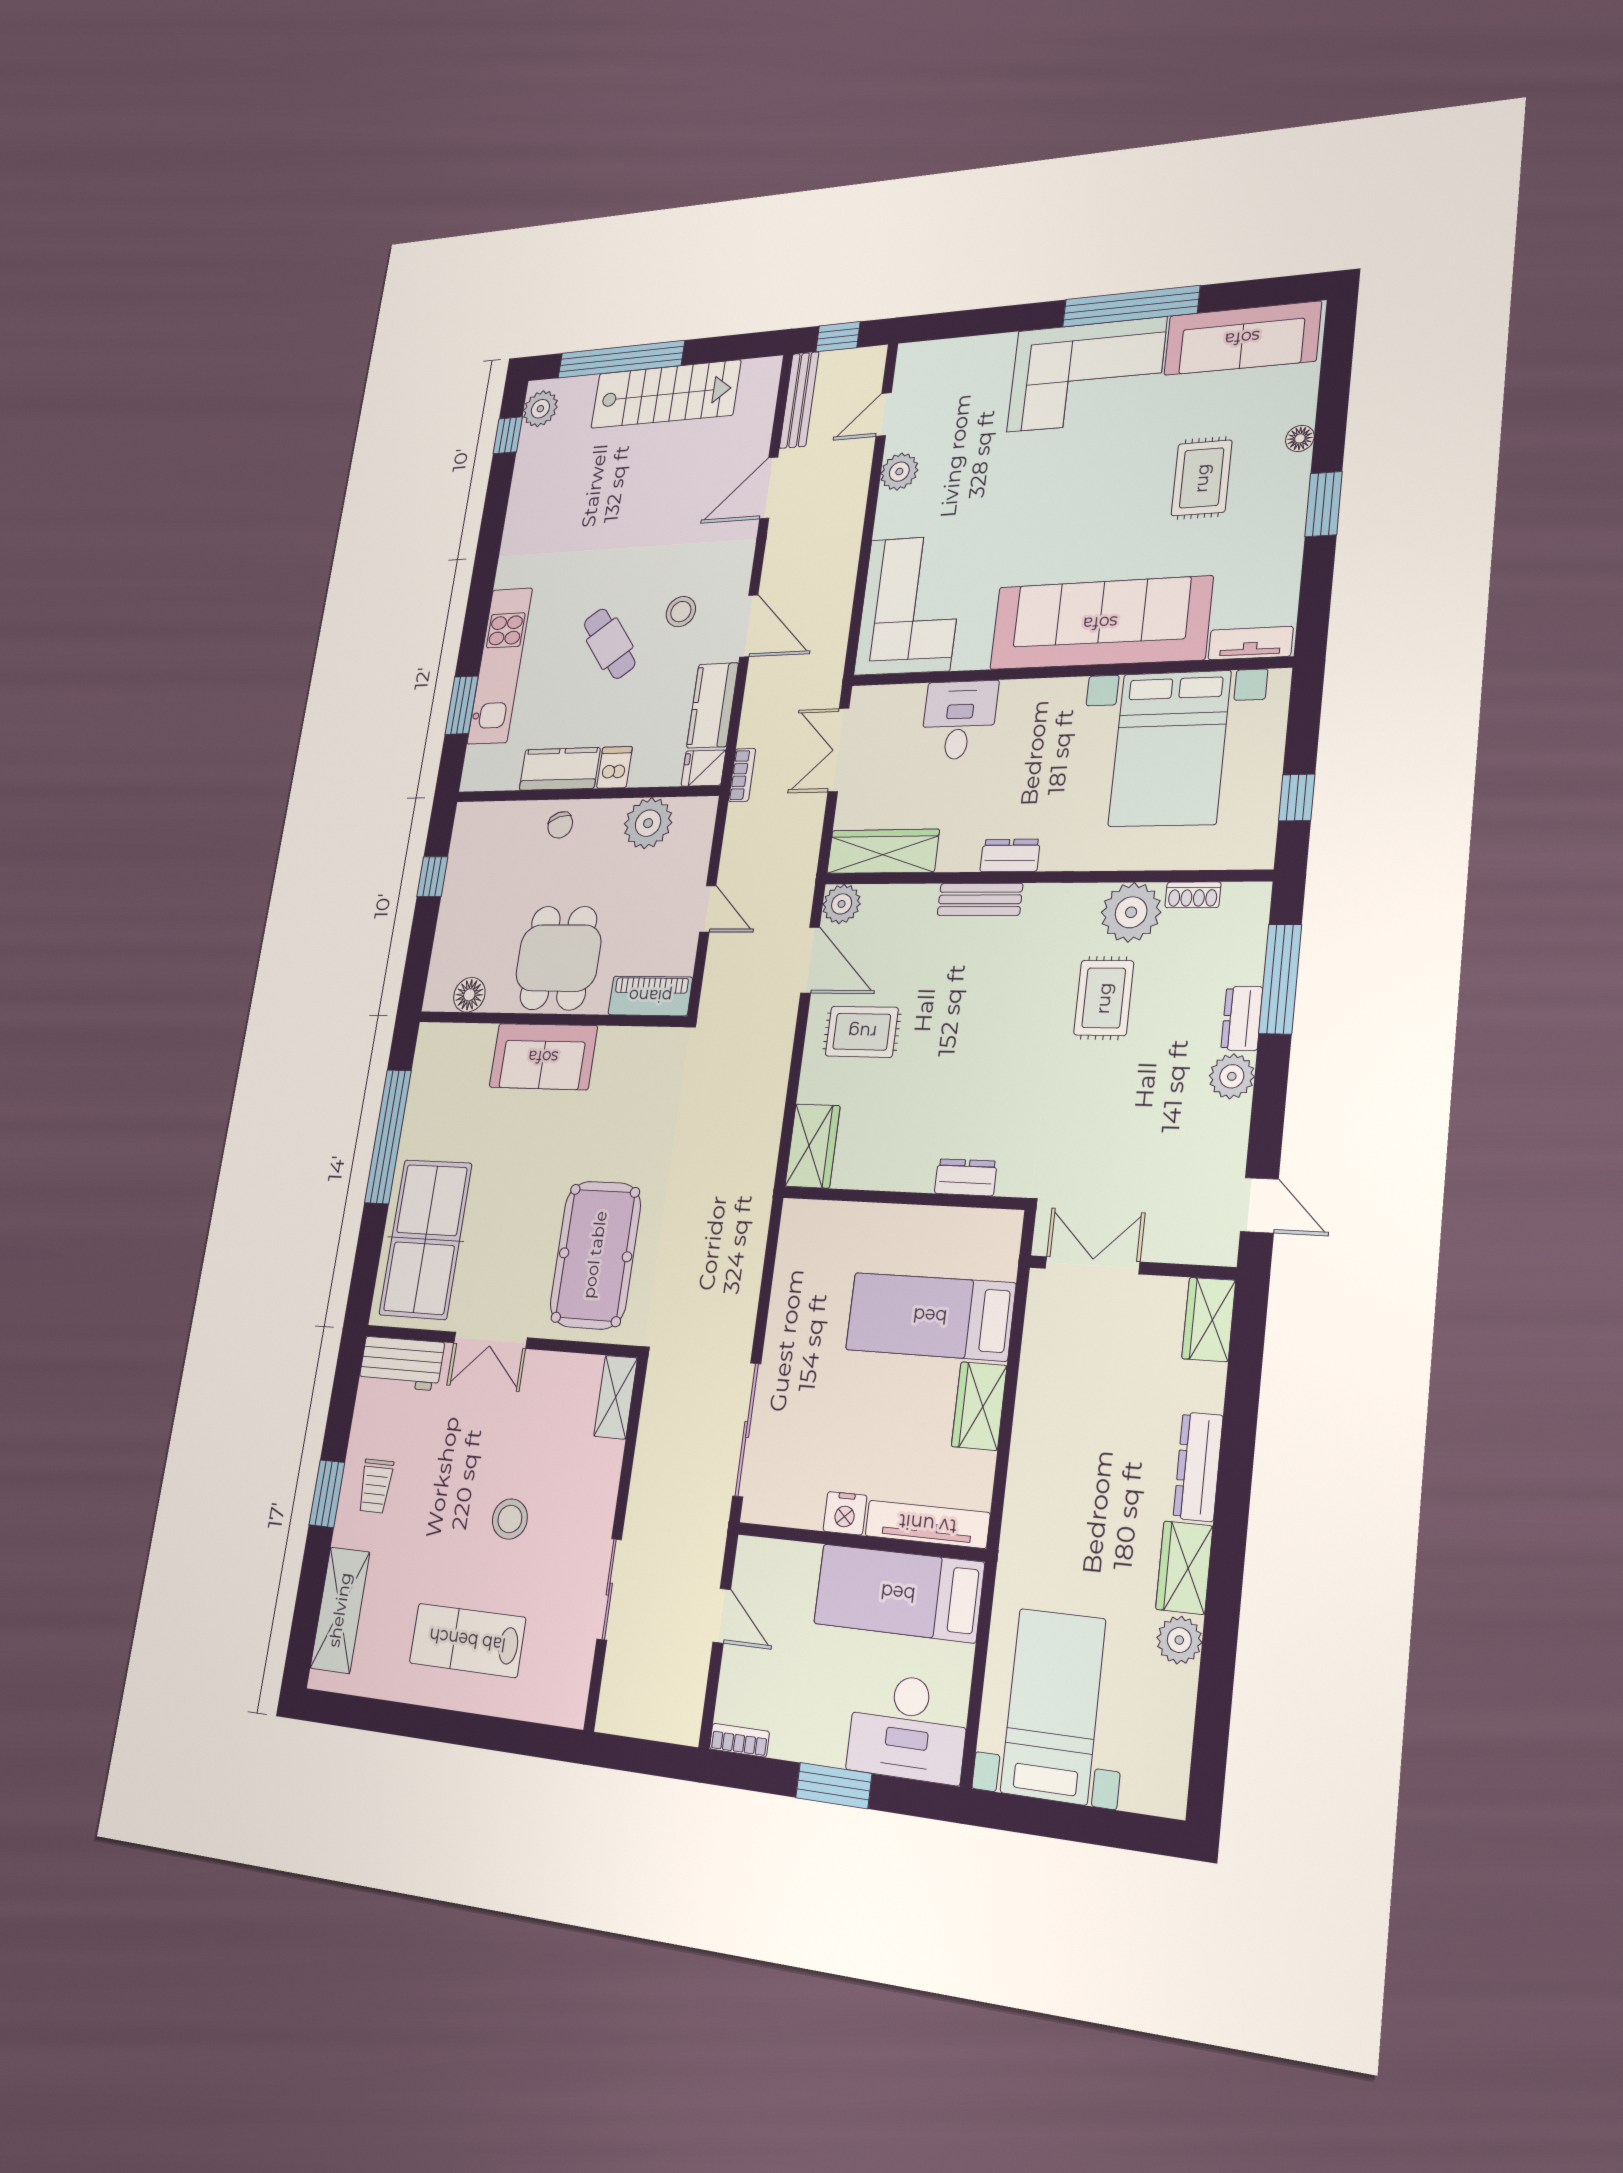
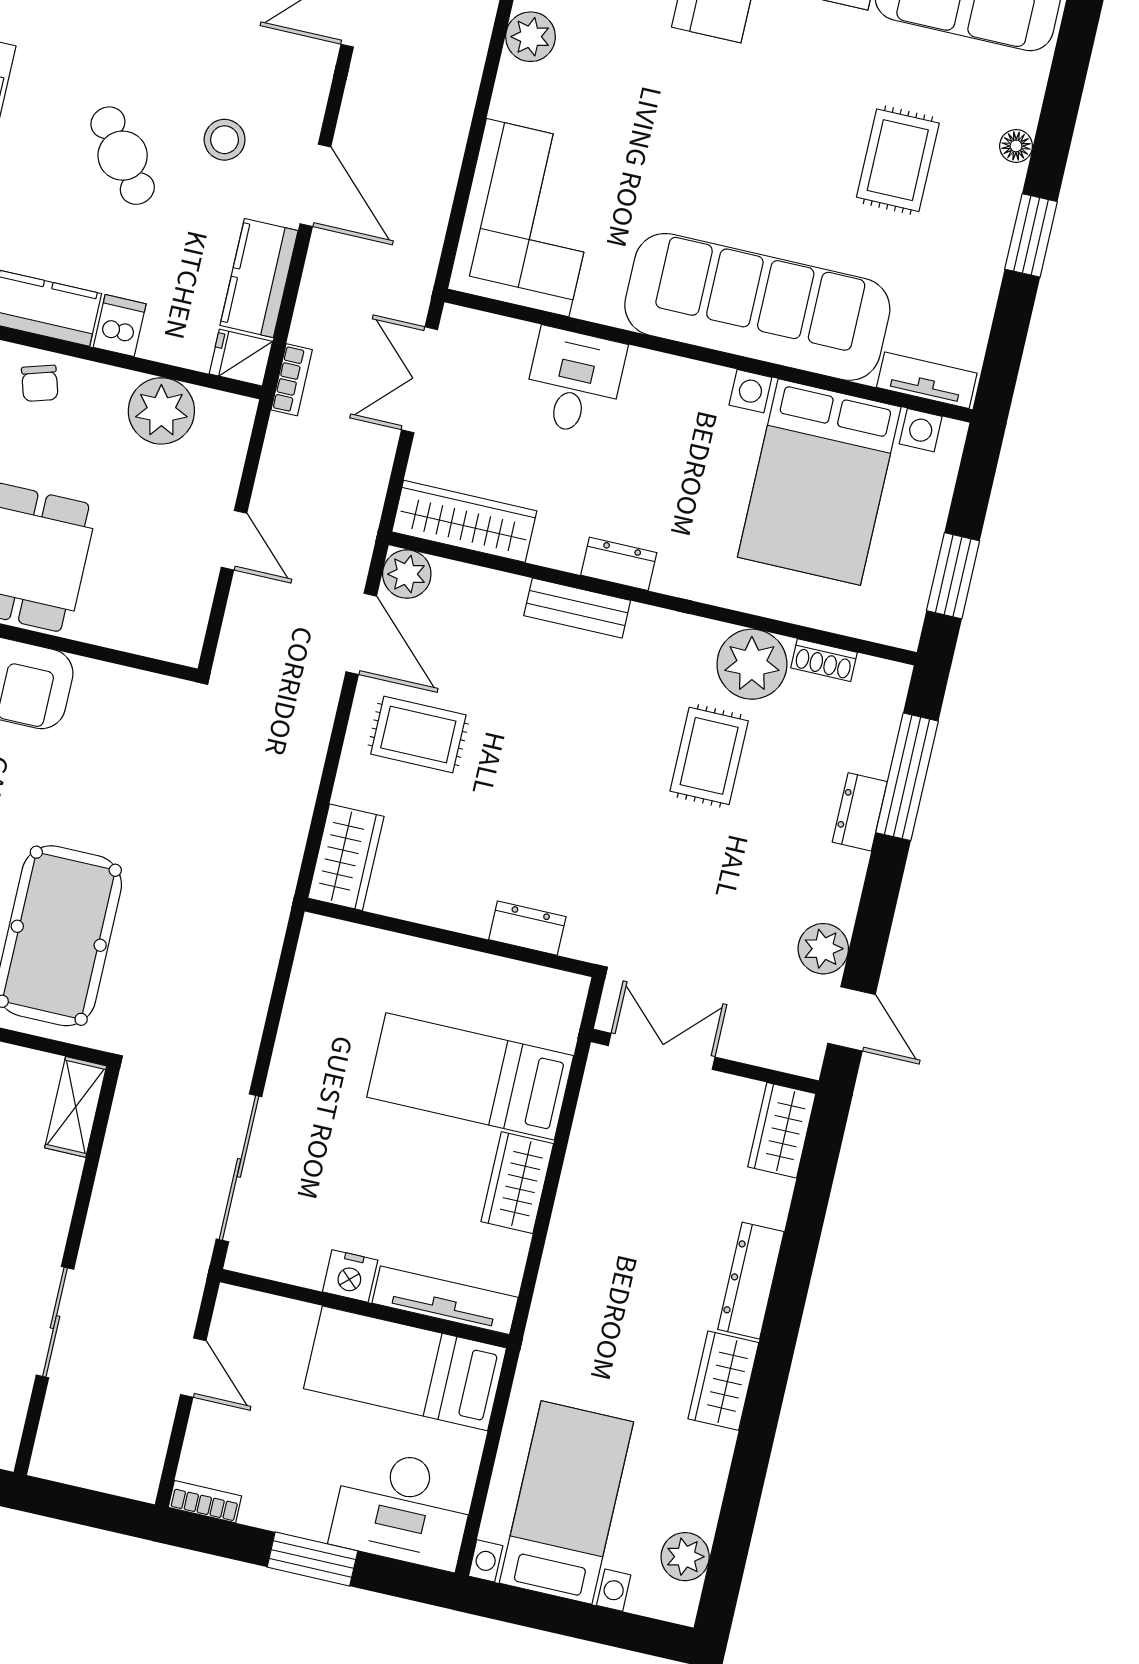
window: (1297, 798) -> (953, 576), width x1.50
piano: (650, 996) -> (150, 633), removed
plant: (1232, 1076) -> (823, 949), moved
plant: (1179, 1640) -> (685, 1557), moved

